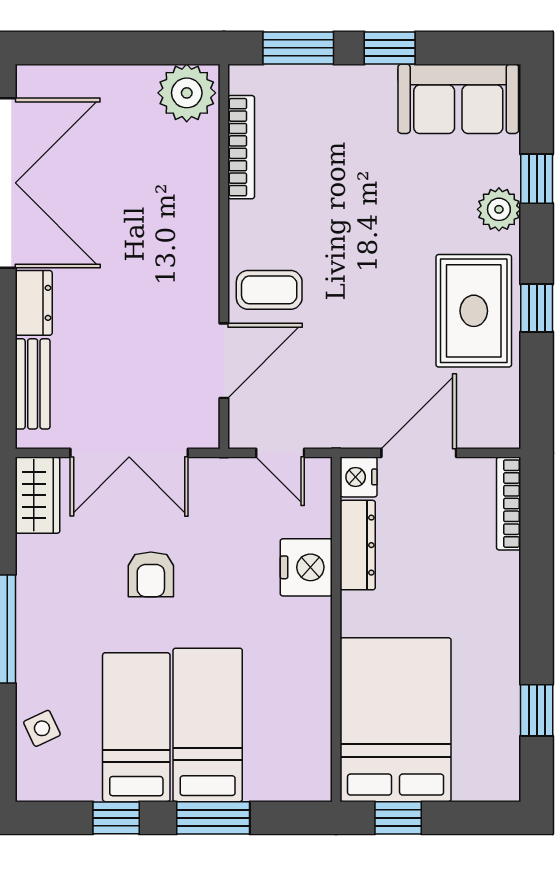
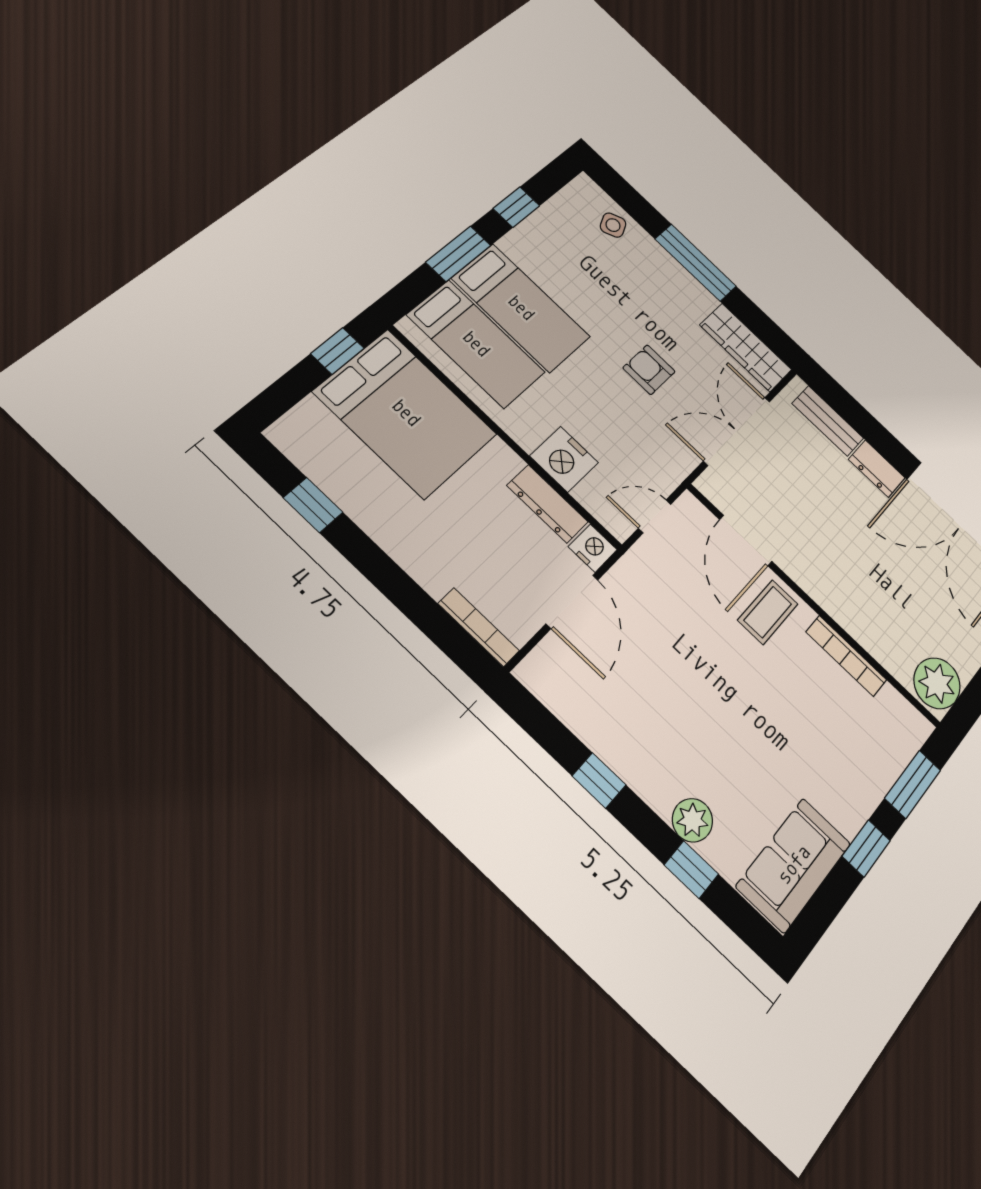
bookcase: (241, 147) -> (846, 656), moved
rug: (474, 311) -> (636, 733), removed
wardrobe: (37, 495) -> (746, 347), width x1.50
bed: (136, 727) -> (476, 344), moved

